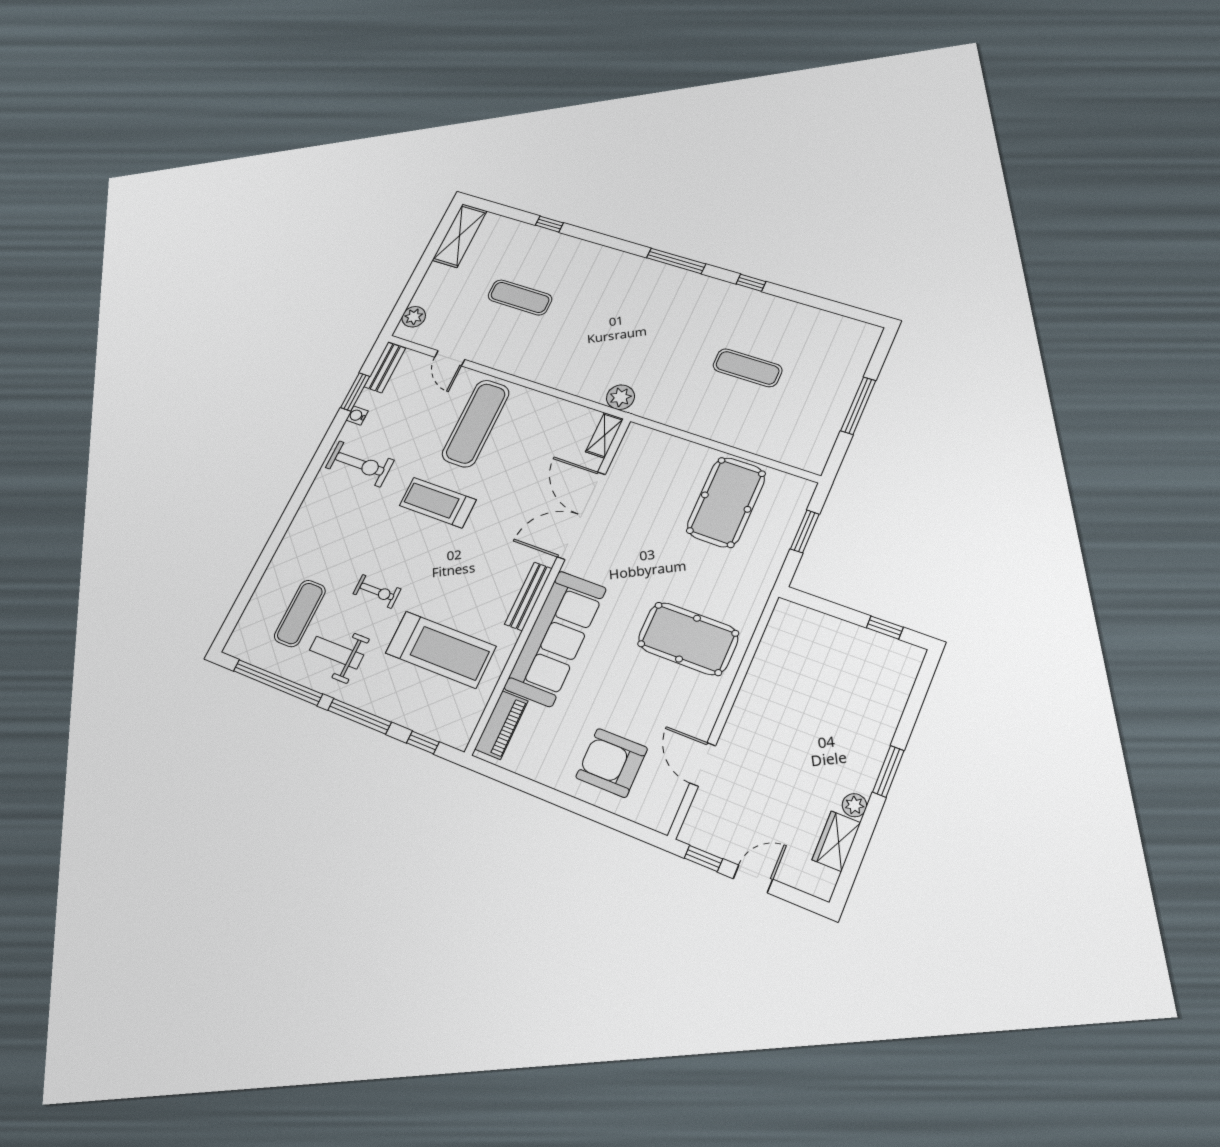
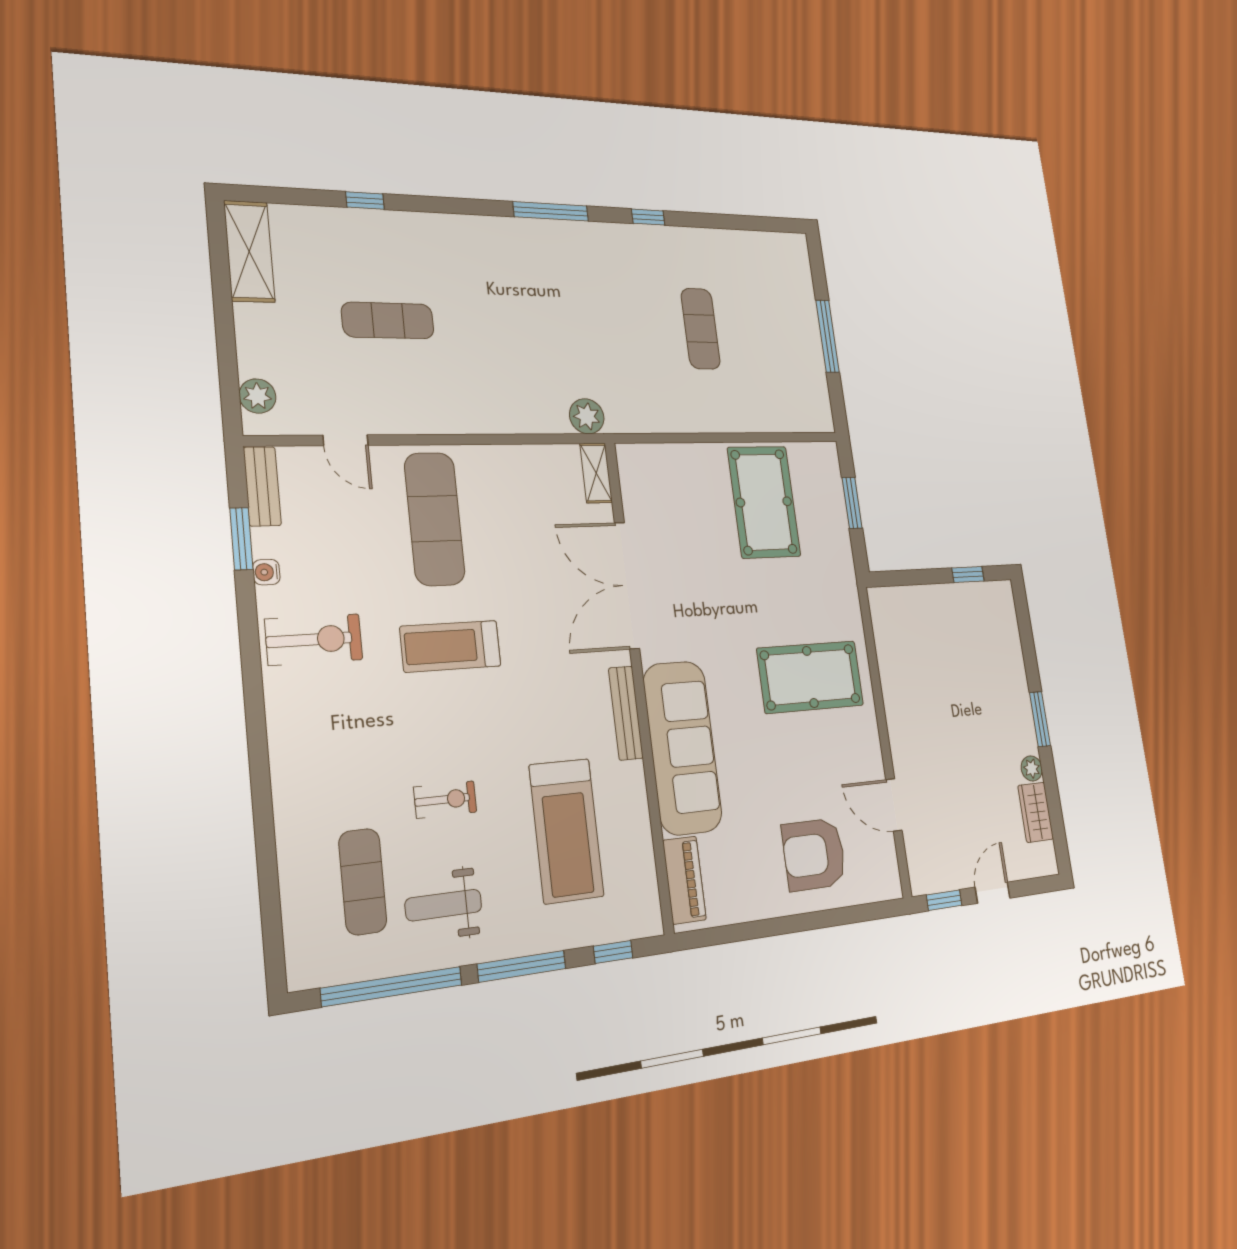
exercise mat: (747, 368) -> (701, 329), turned 90
treadmill: (441, 650) -> (566, 831), turned 90

